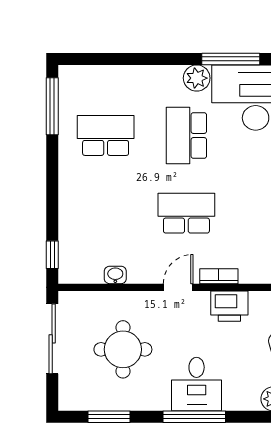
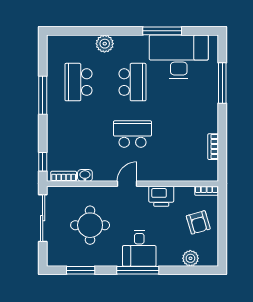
plant: (197, 78) -> (105, 44), moved
window: (52, 106) -> (43, 95), moved
school desk: (106, 136) -> (78, 82), turned -90
school desk: (186, 136) -> (132, 82), turned 180
bookcase: (219, 276) -> (64, 176), moved

